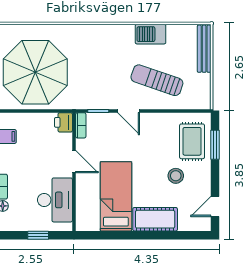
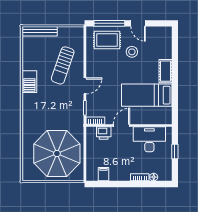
barbecue: (151, 34) -> (29, 82), moved
printer: (63, 122) -> (104, 133), moved
window: (215, 145) -> (109, 23), width x1.44
door: (215, 206) -> (138, 23), moved
cot: (155, 219) -> (165, 71), width x0.73, depth x0.75

